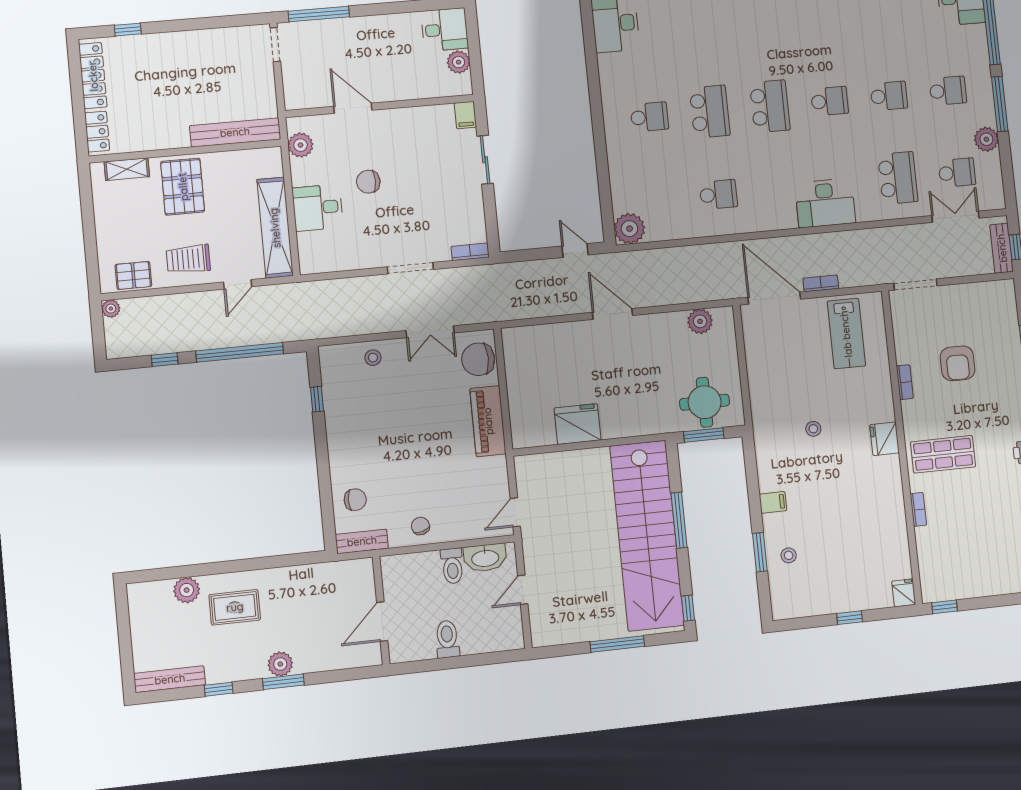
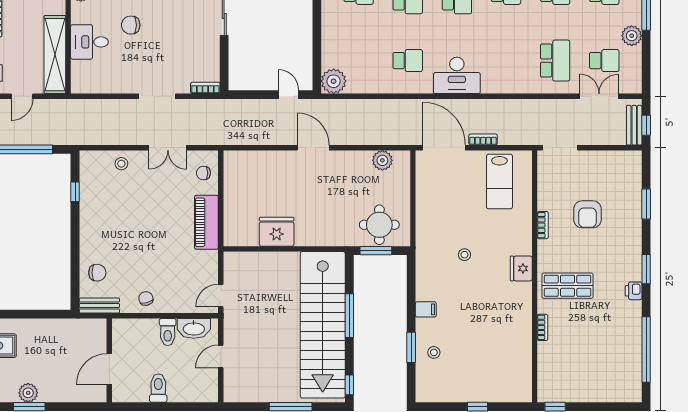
desk: (825, 203) -> (457, 75), moved
chair: (478, 359) -> (203, 173), width x0.54, depth x0.54
fridge: (904, 593) -> (523, 392), removed

